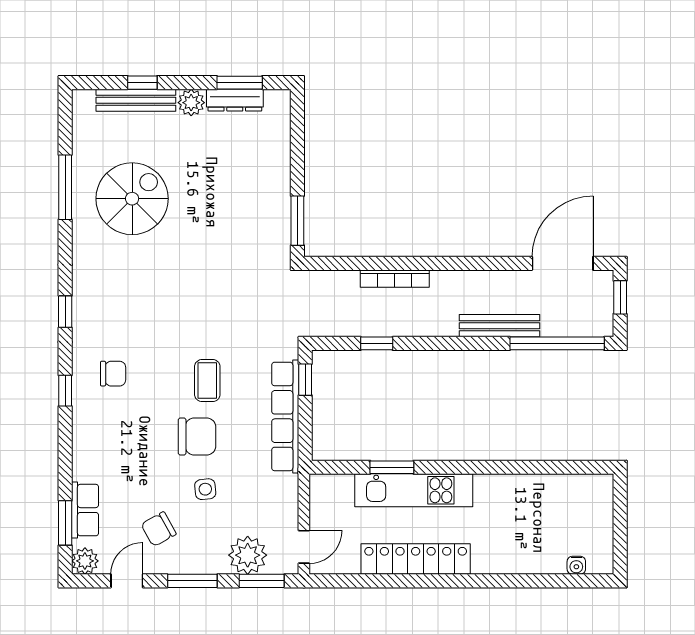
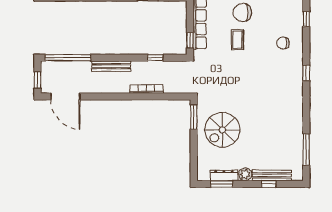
window: (65, 187) -> (306, 149), moved
spiral stairs: (132, 199) -> (222, 130), moved
door: (563, 263) -> (65, 96), hinge flipped
bench: (500, 326) -> (111, 66), moved
window: (65, 391) -> (306, 19), moved

